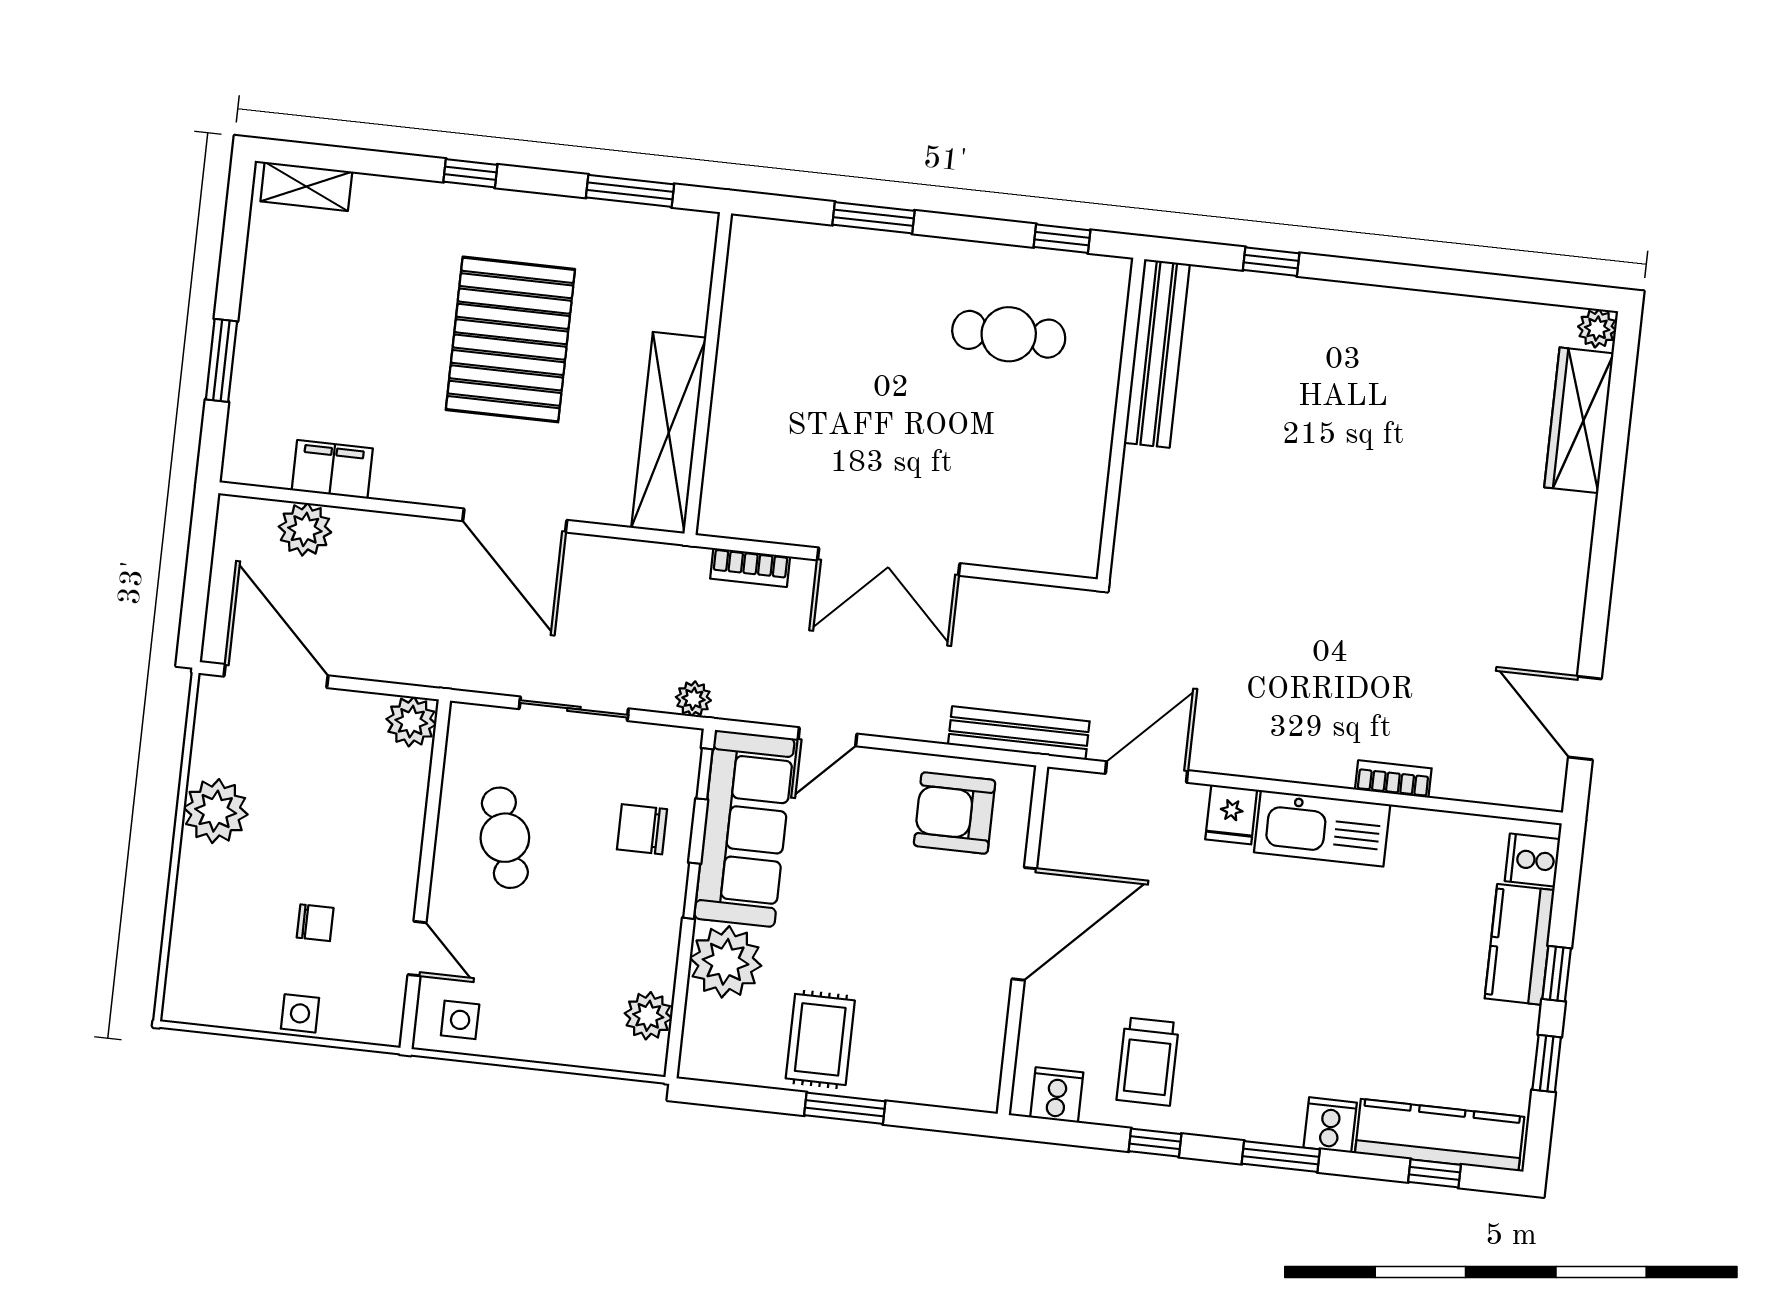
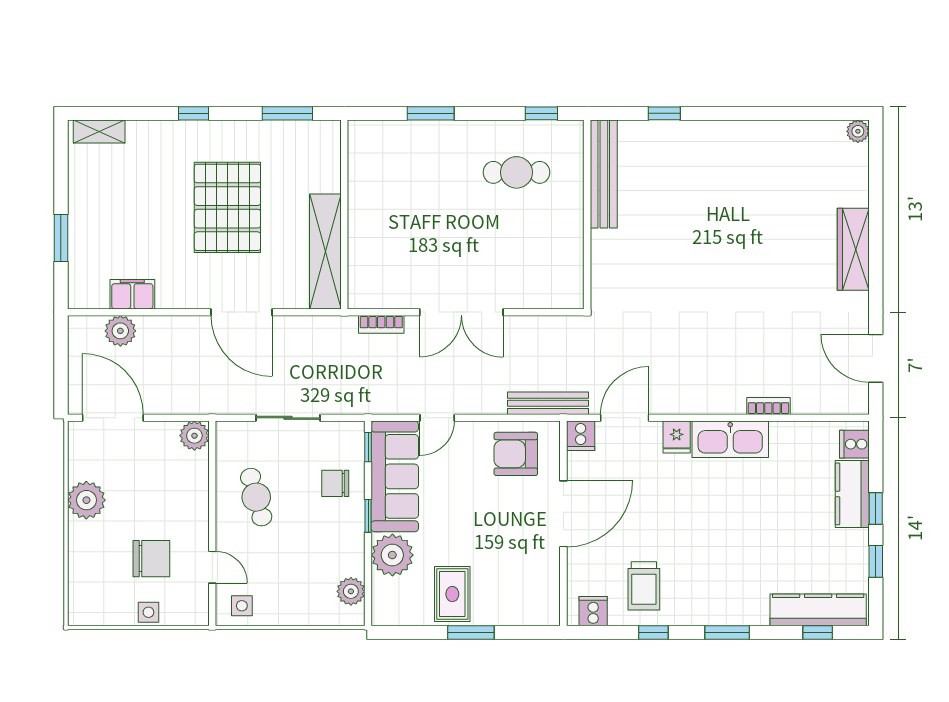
wardrobe: (1579, 420) -> (853, 249), moved
plant: (693, 699) -> (357, 404), removed
chair: (315, 923) -> (151, 559), width x1.87, depth x1.87
cooker: (1330, 1125) -> (581, 436), moved, turned 180

